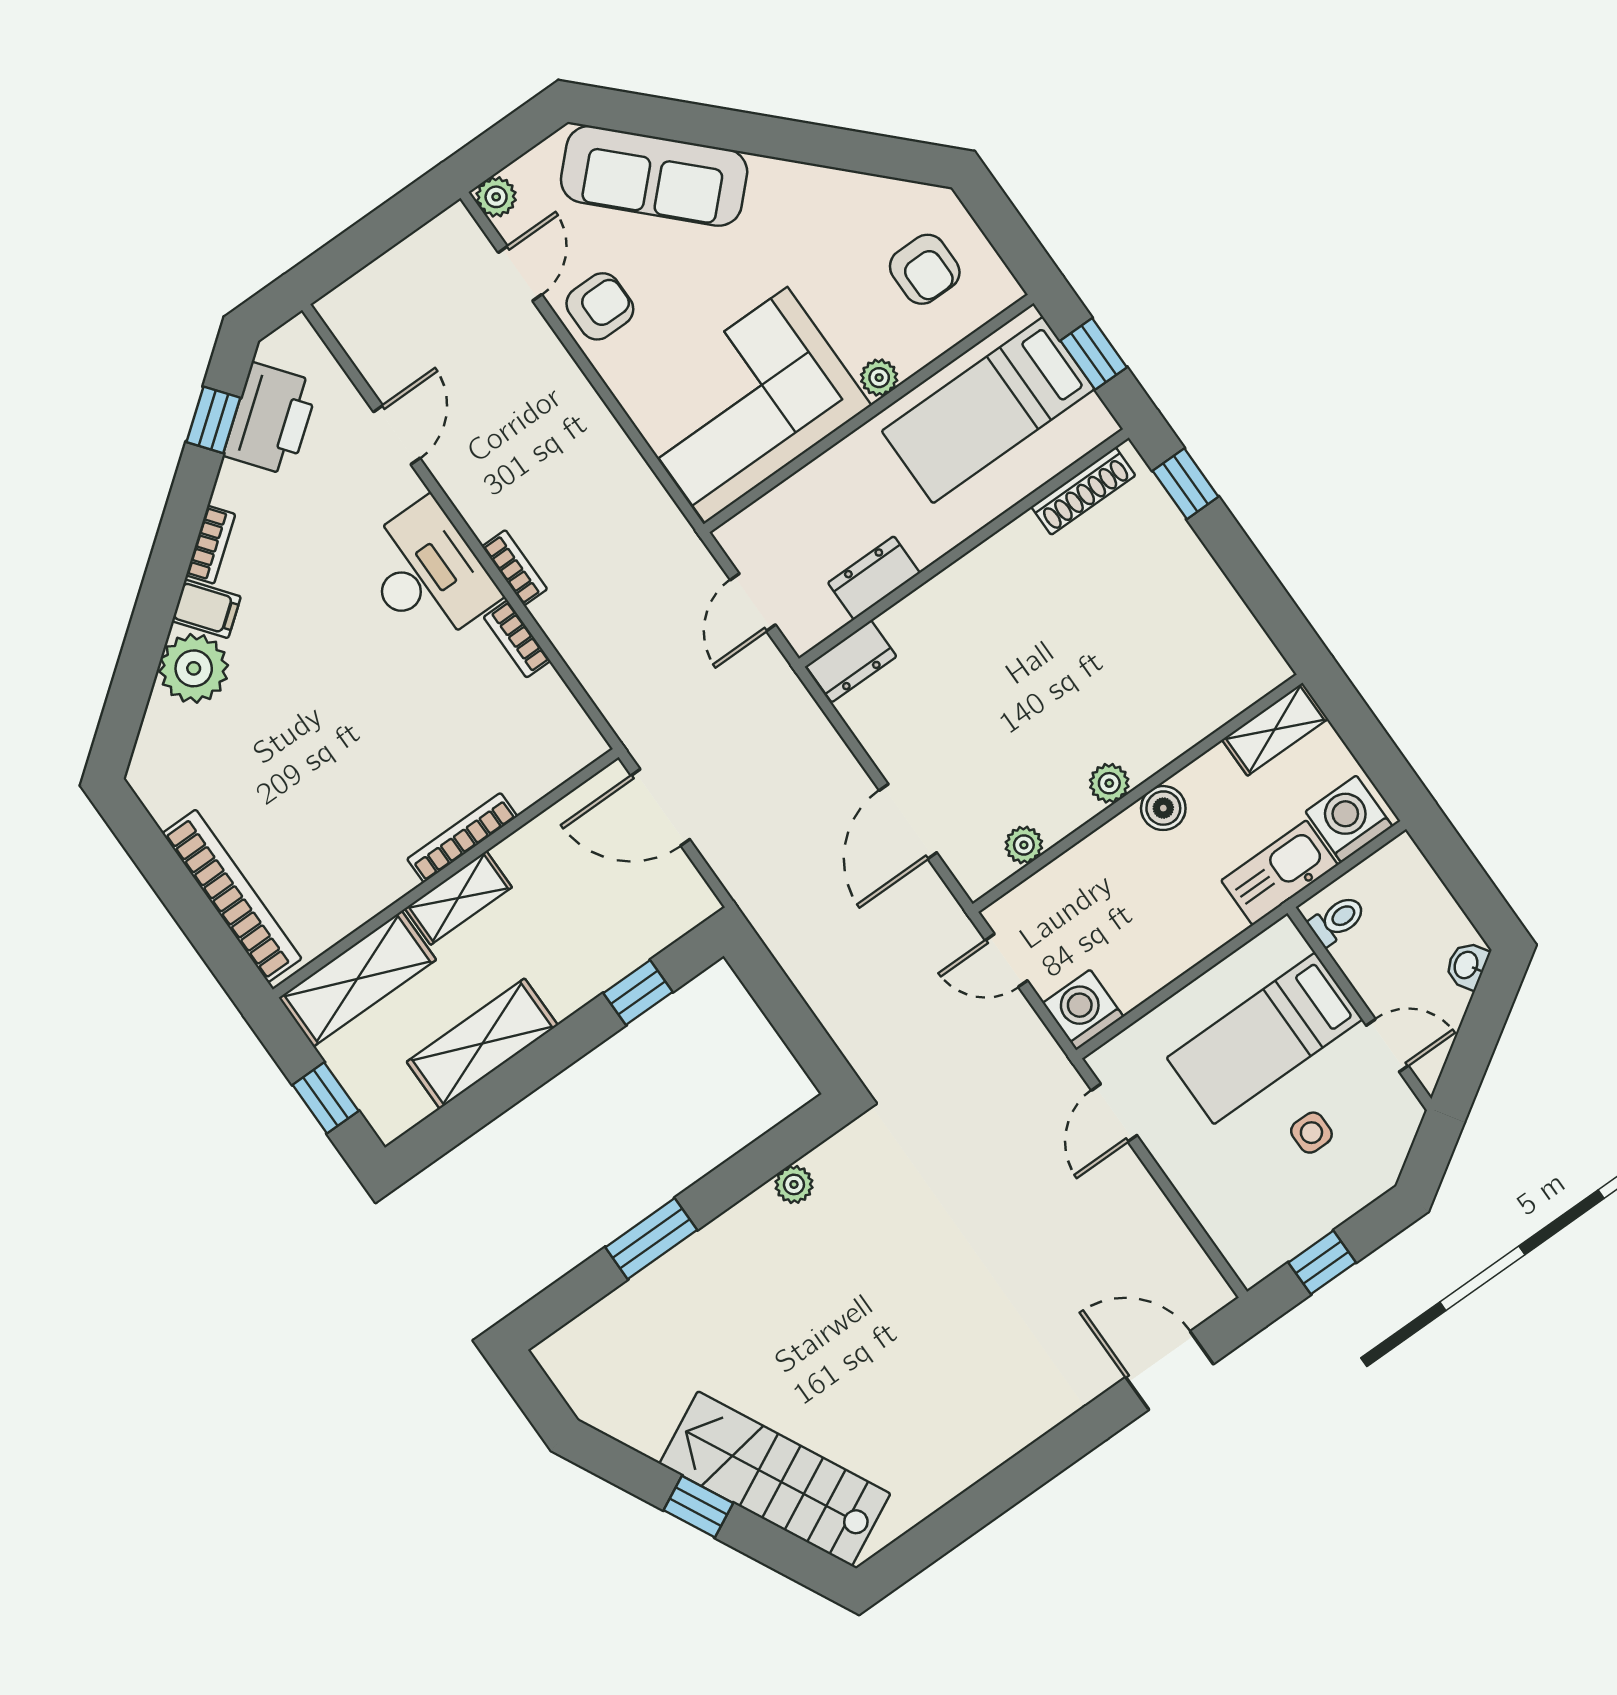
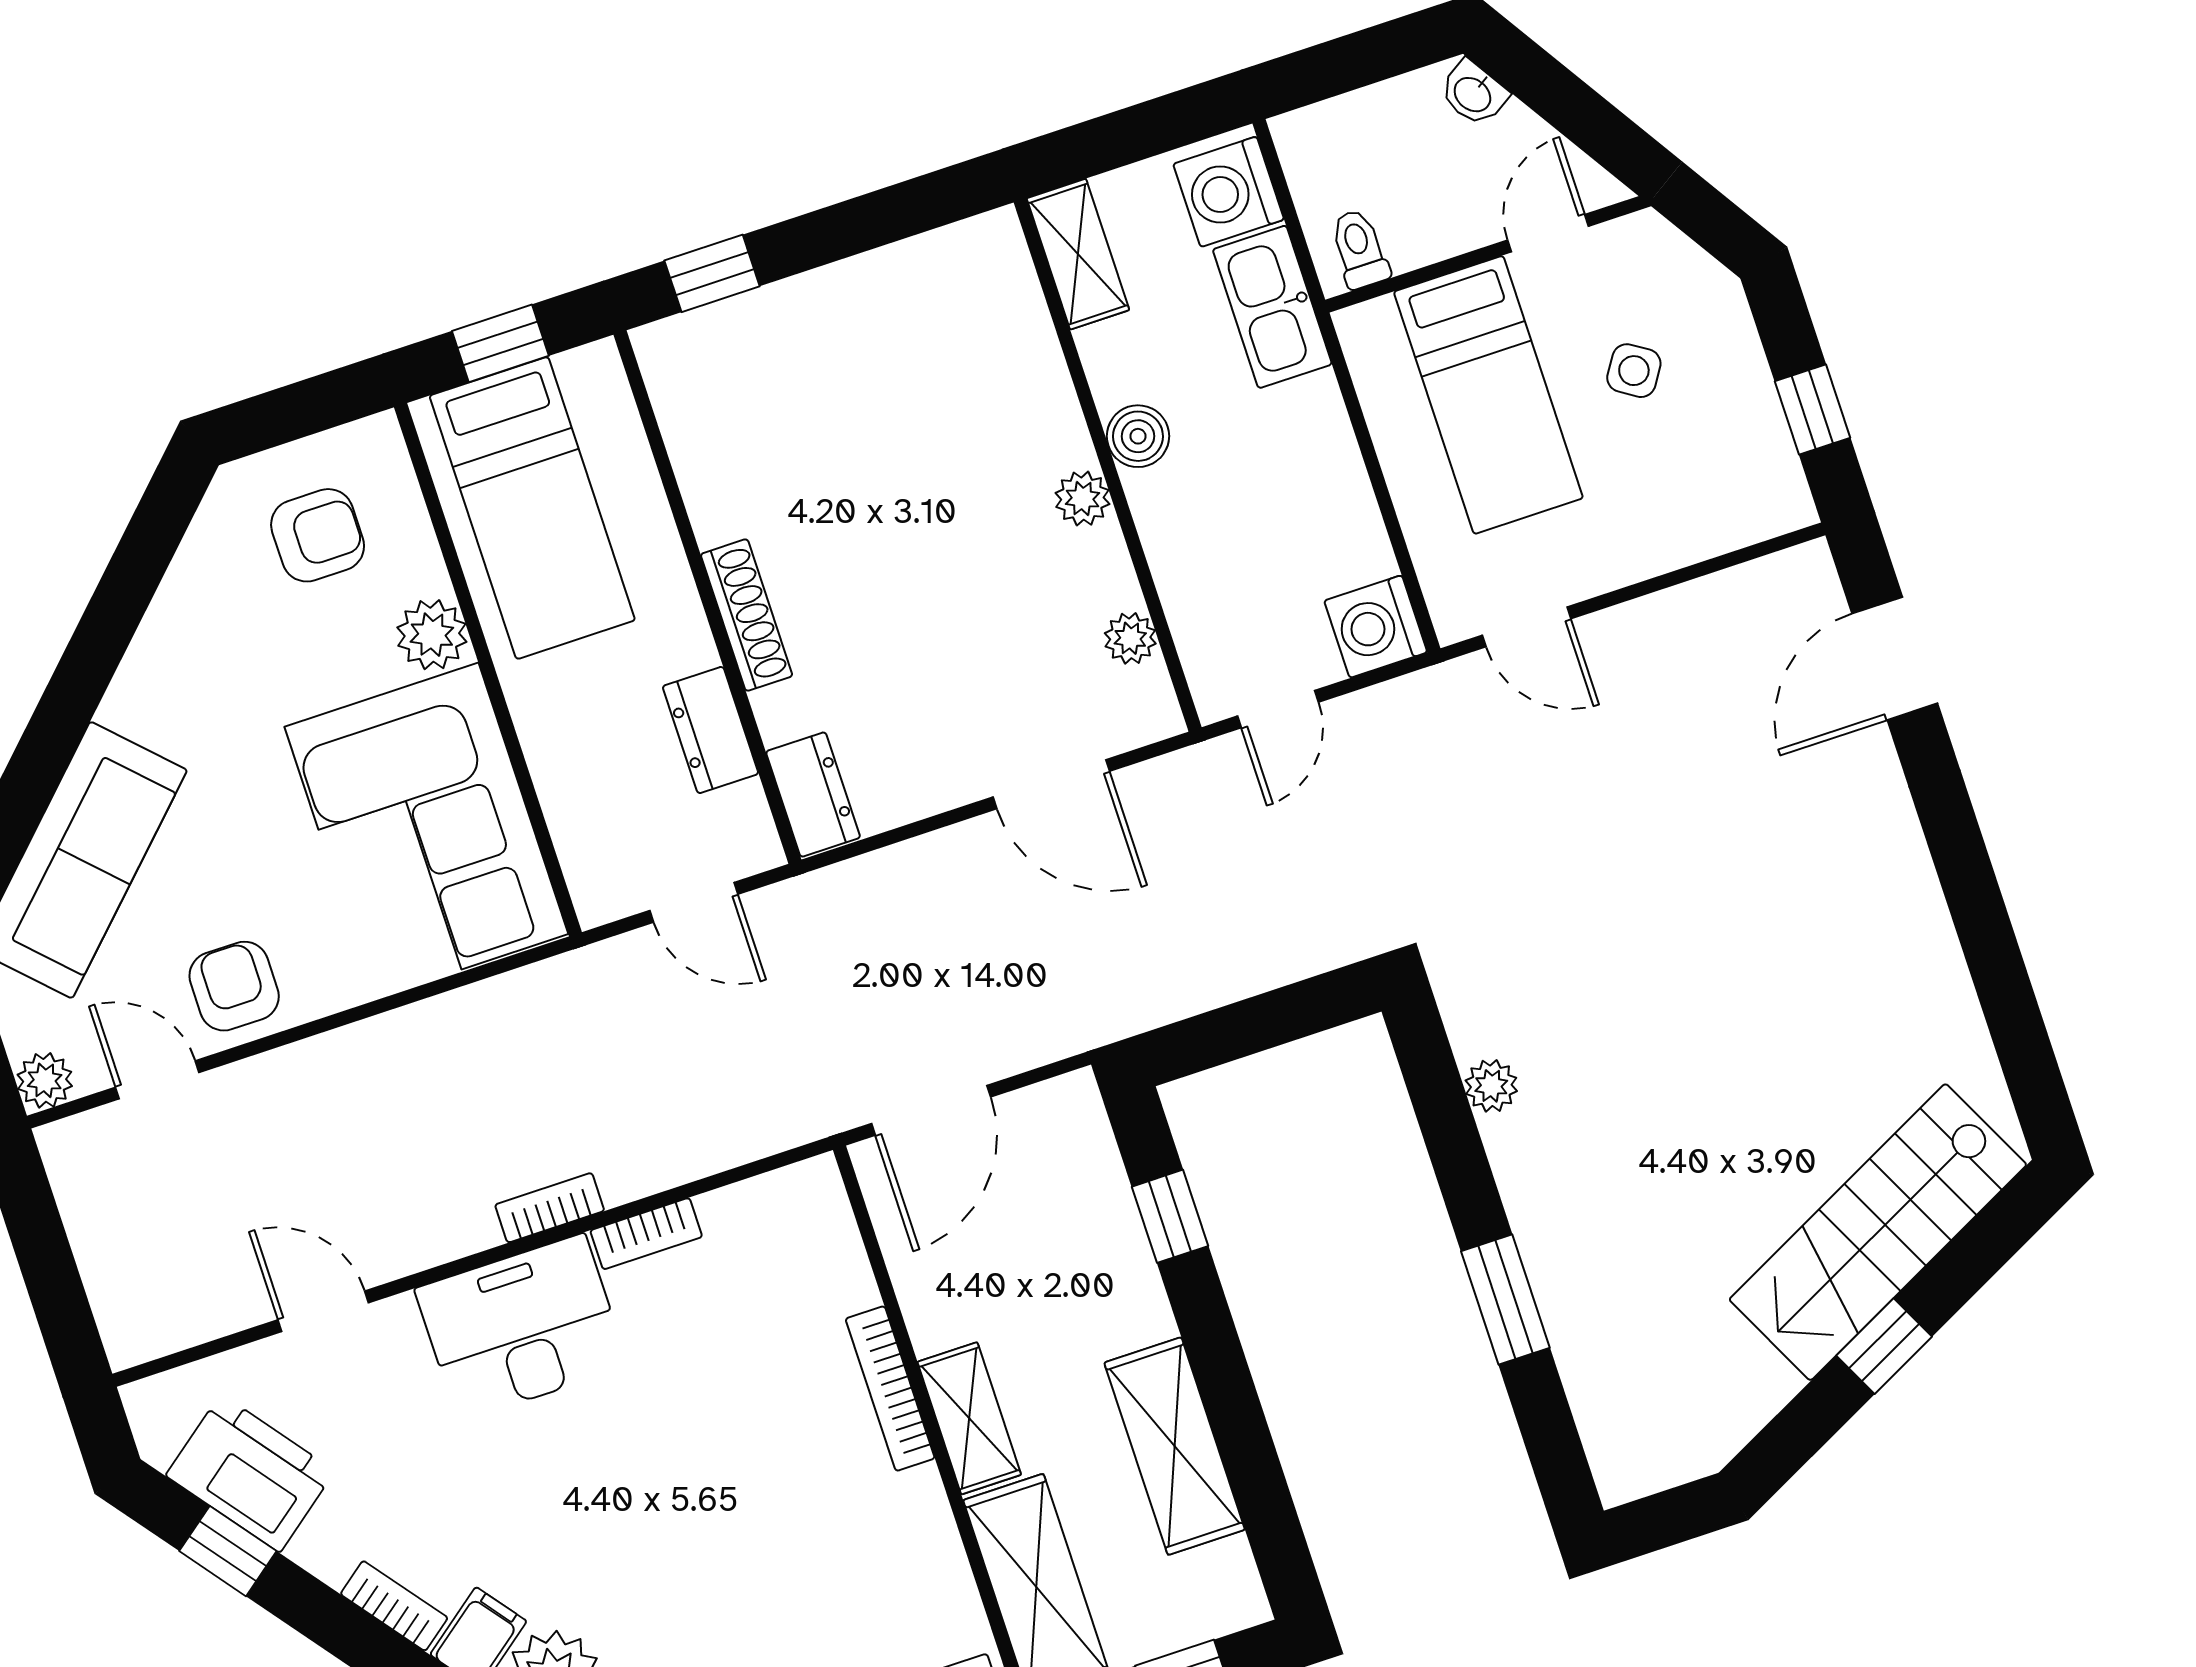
plant: (879, 378) -> (432, 635), width x1.38, depth x1.38
shoe rack: (1083, 491) -> (747, 615), moved
side table: (1311, 1133) -> (1634, 371), turned 33

